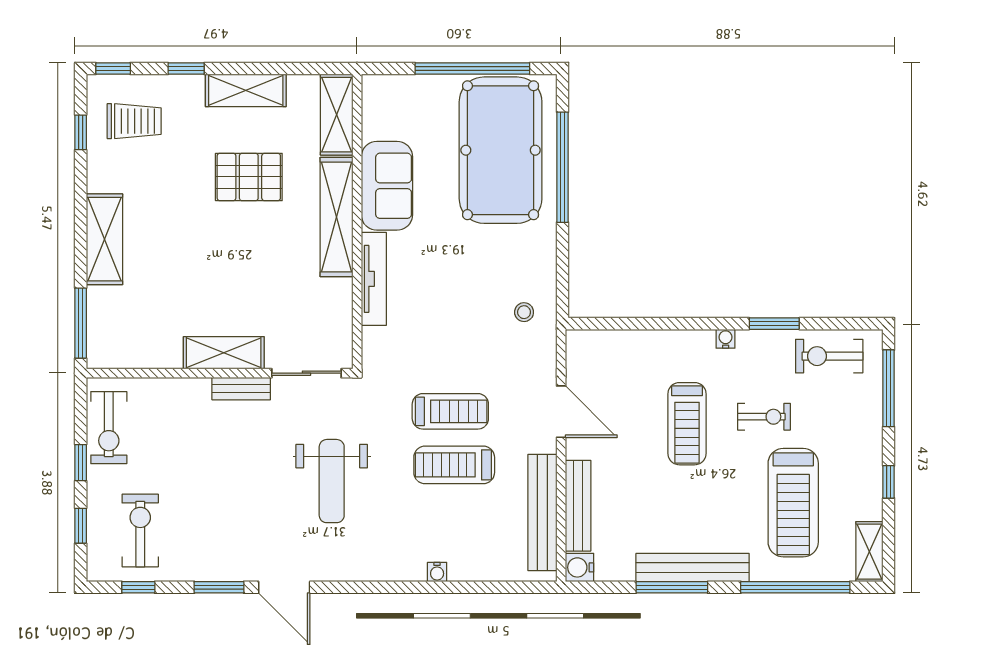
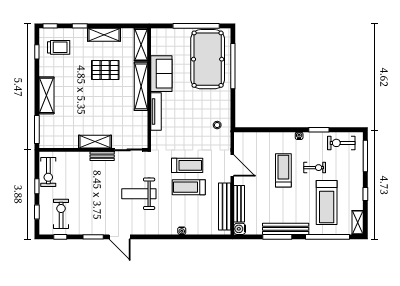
treadmill: (687, 424) -> (283, 170), turned 180
weight bench: (332, 481) -> (139, 194), turned 90

